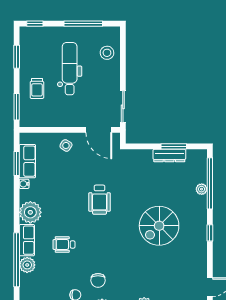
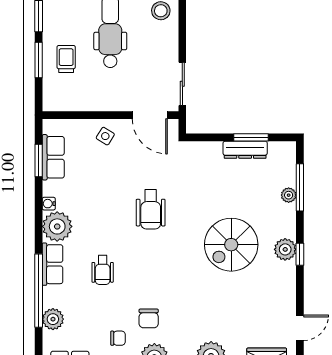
trolley: (37, 88) -> (66, 59), turned 180
window: (17, 107) -> (39, 60), moved
window: (210, 183) -> (300, 187), width x0.68
water cooler: (24, 184) -> (49, 204), moved
plant: (199, 229) -> (285, 249), added
wheelchair: (64, 244) -> (103, 270), turned -90
plant: (27, 265) -> (53, 319), moved

